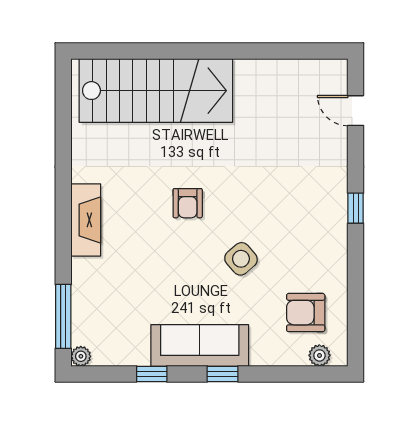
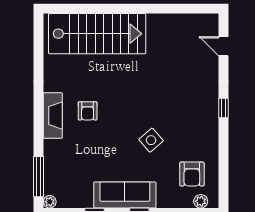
armchair: (188, 203) -> (88, 111), moved
armchair: (306, 313) -> (192, 174), turned -90

